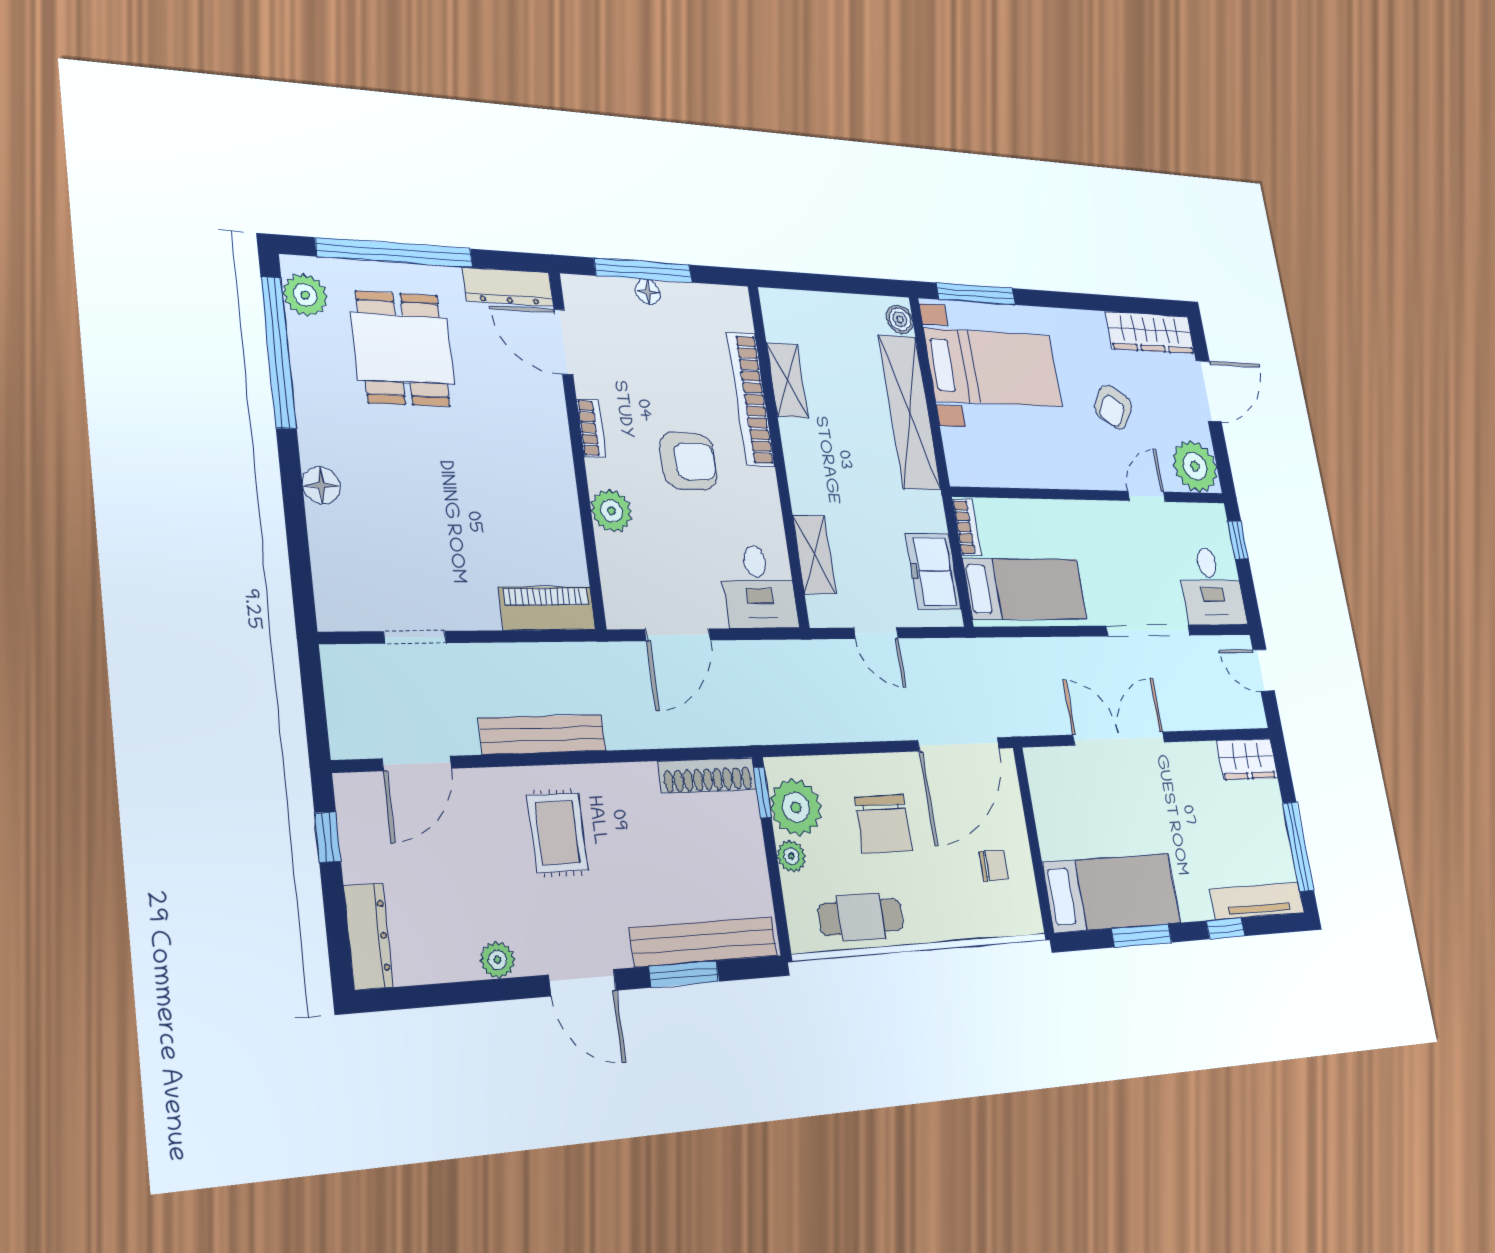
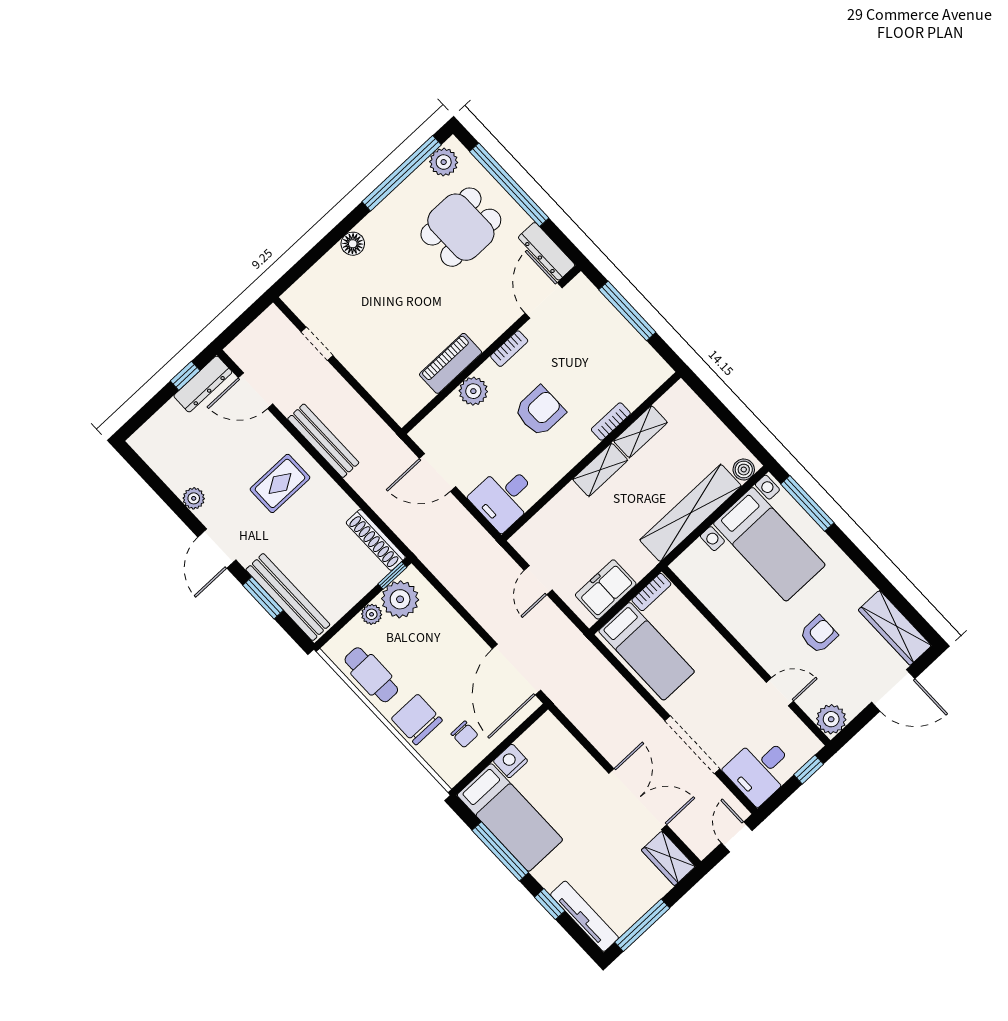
floor lamp: (648, 292) -> (617, 322), removed
bookcase: (751, 399) -> (611, 422), width x0.43, depth x0.76
armchair: (1113, 407) -> (819, 634), turned 150
armchair: (688, 461) -> (540, 411), turned -90
plant: (1195, 466) -> (831, 719), width x0.73, depth x0.73
shelving: (814, 554) -> (600, 470), moved
piano: (547, 608) -> (451, 363), moved, turned -90
double door: (1119, 739) -> (638, 799), moved
door: (959, 744) -> (516, 670), hinge flipped
chair: (883, 824) -> (417, 720), moved, turned 90
nightstand: (1053, 839) -> (511, 761), added
window: (1142, 935) -> (500, 851), width x1.44
dresser: (368, 936) -> (203, 384), moved

